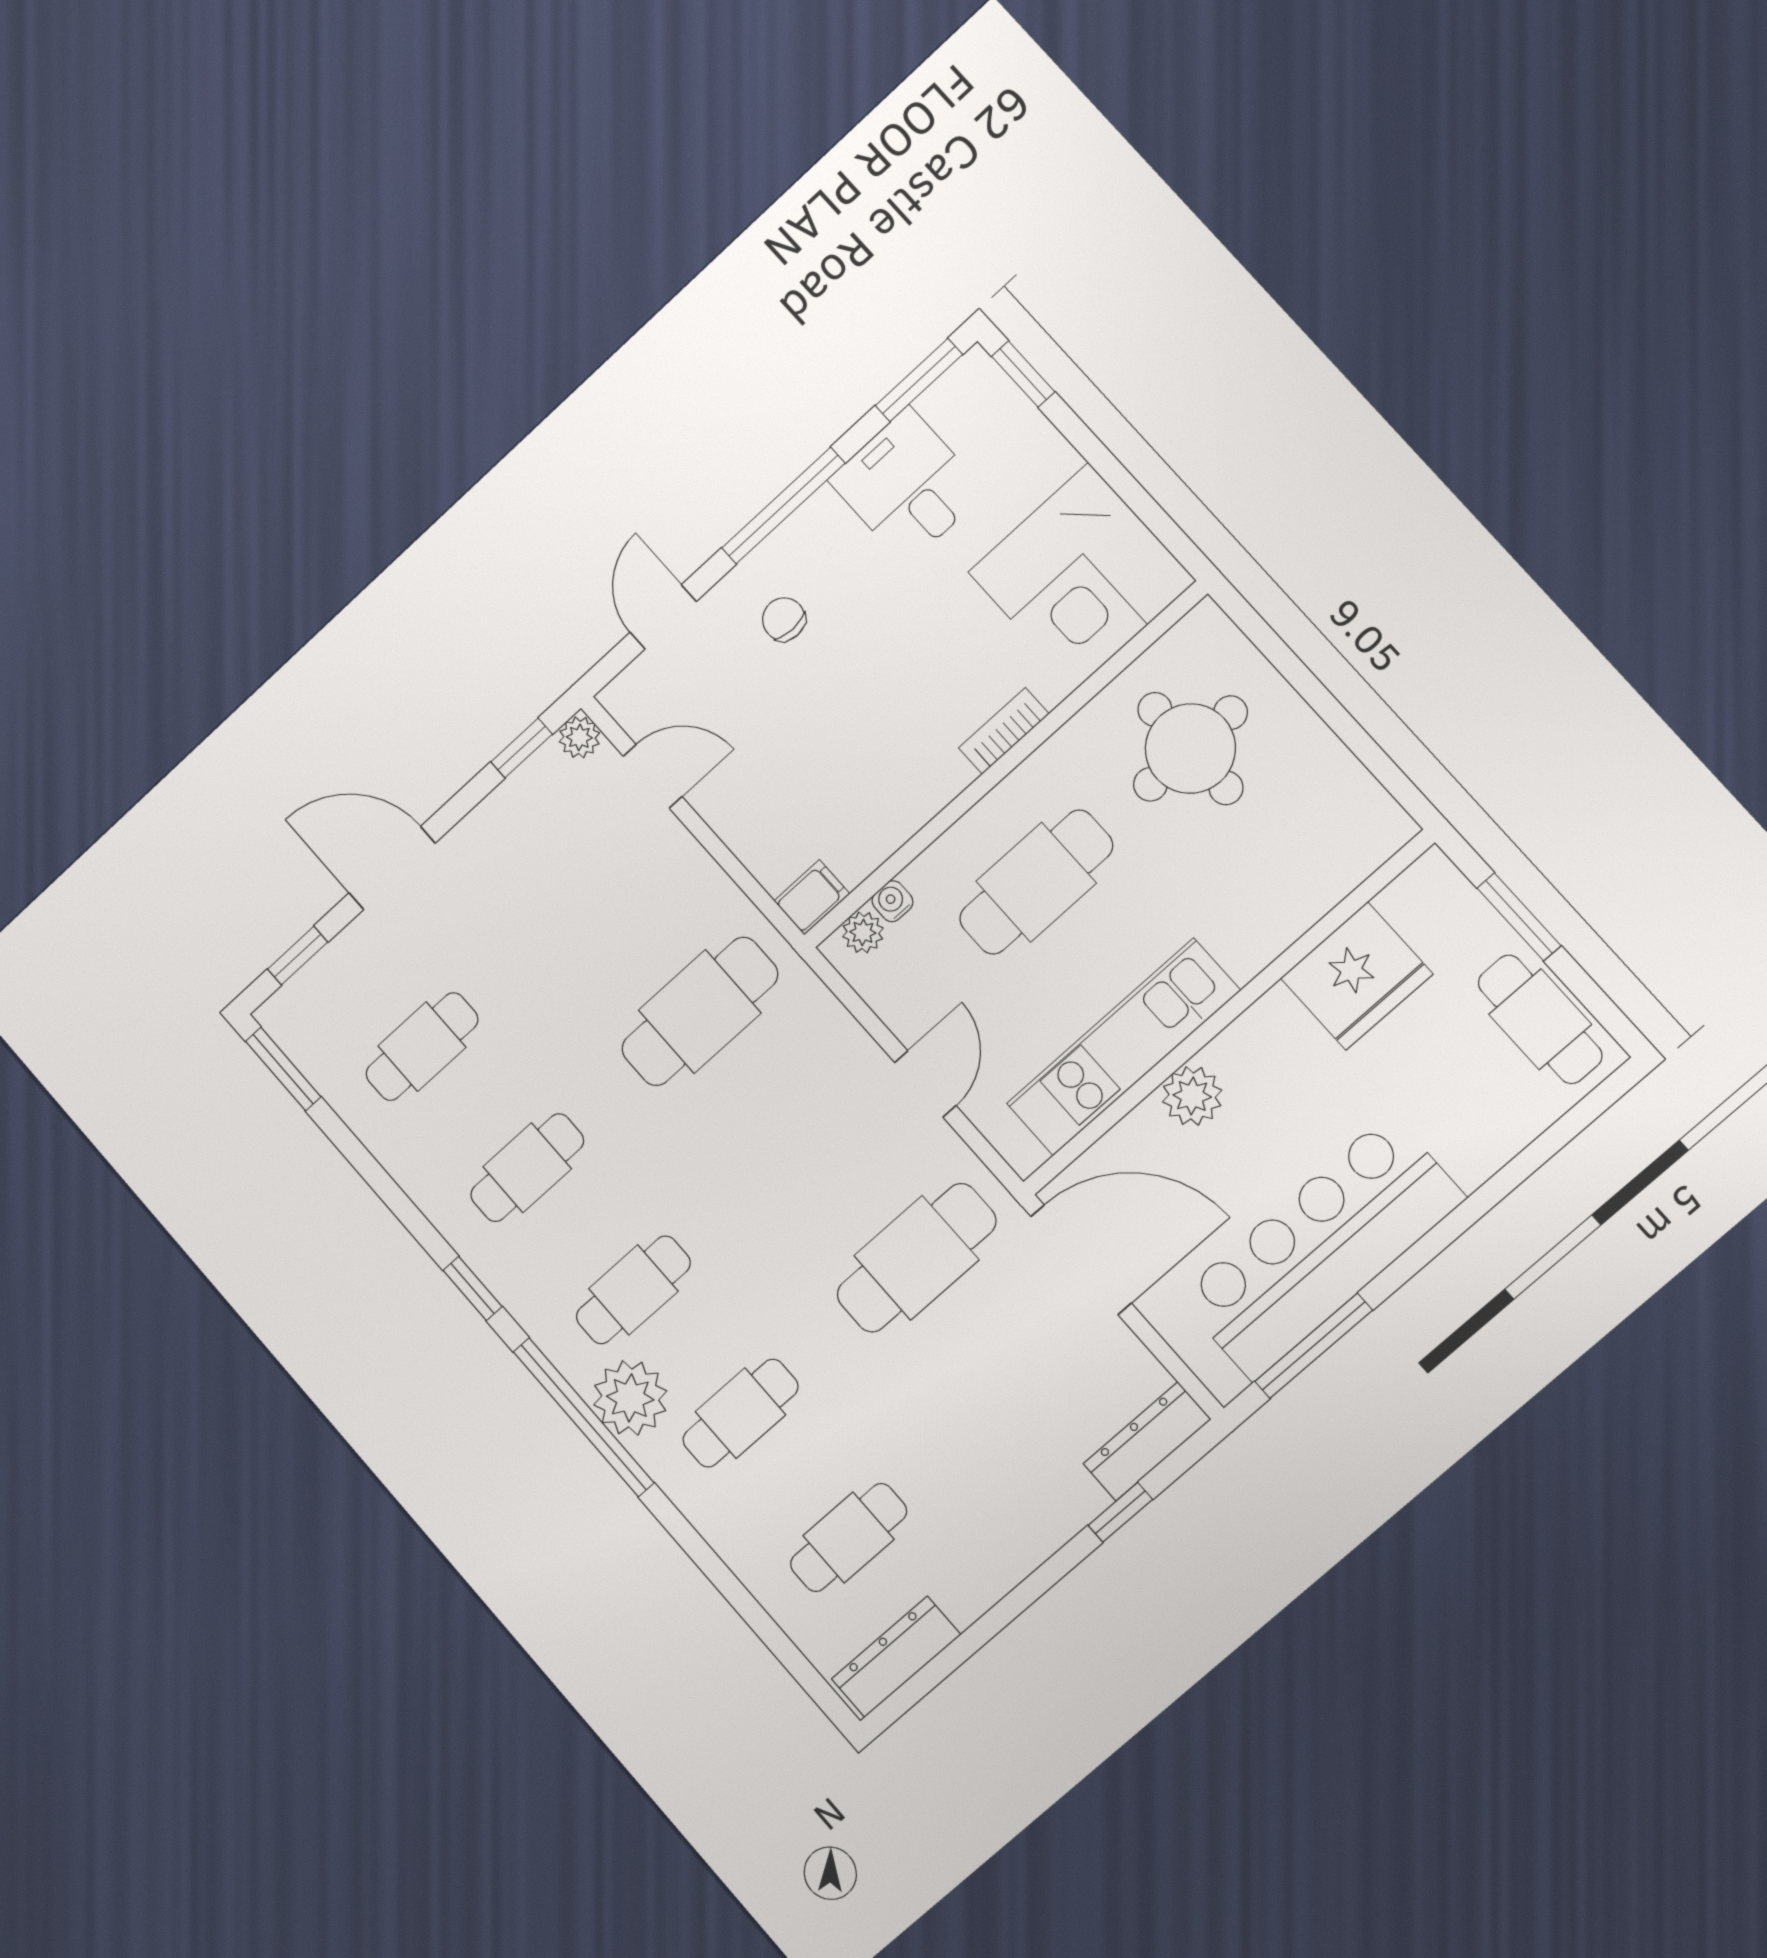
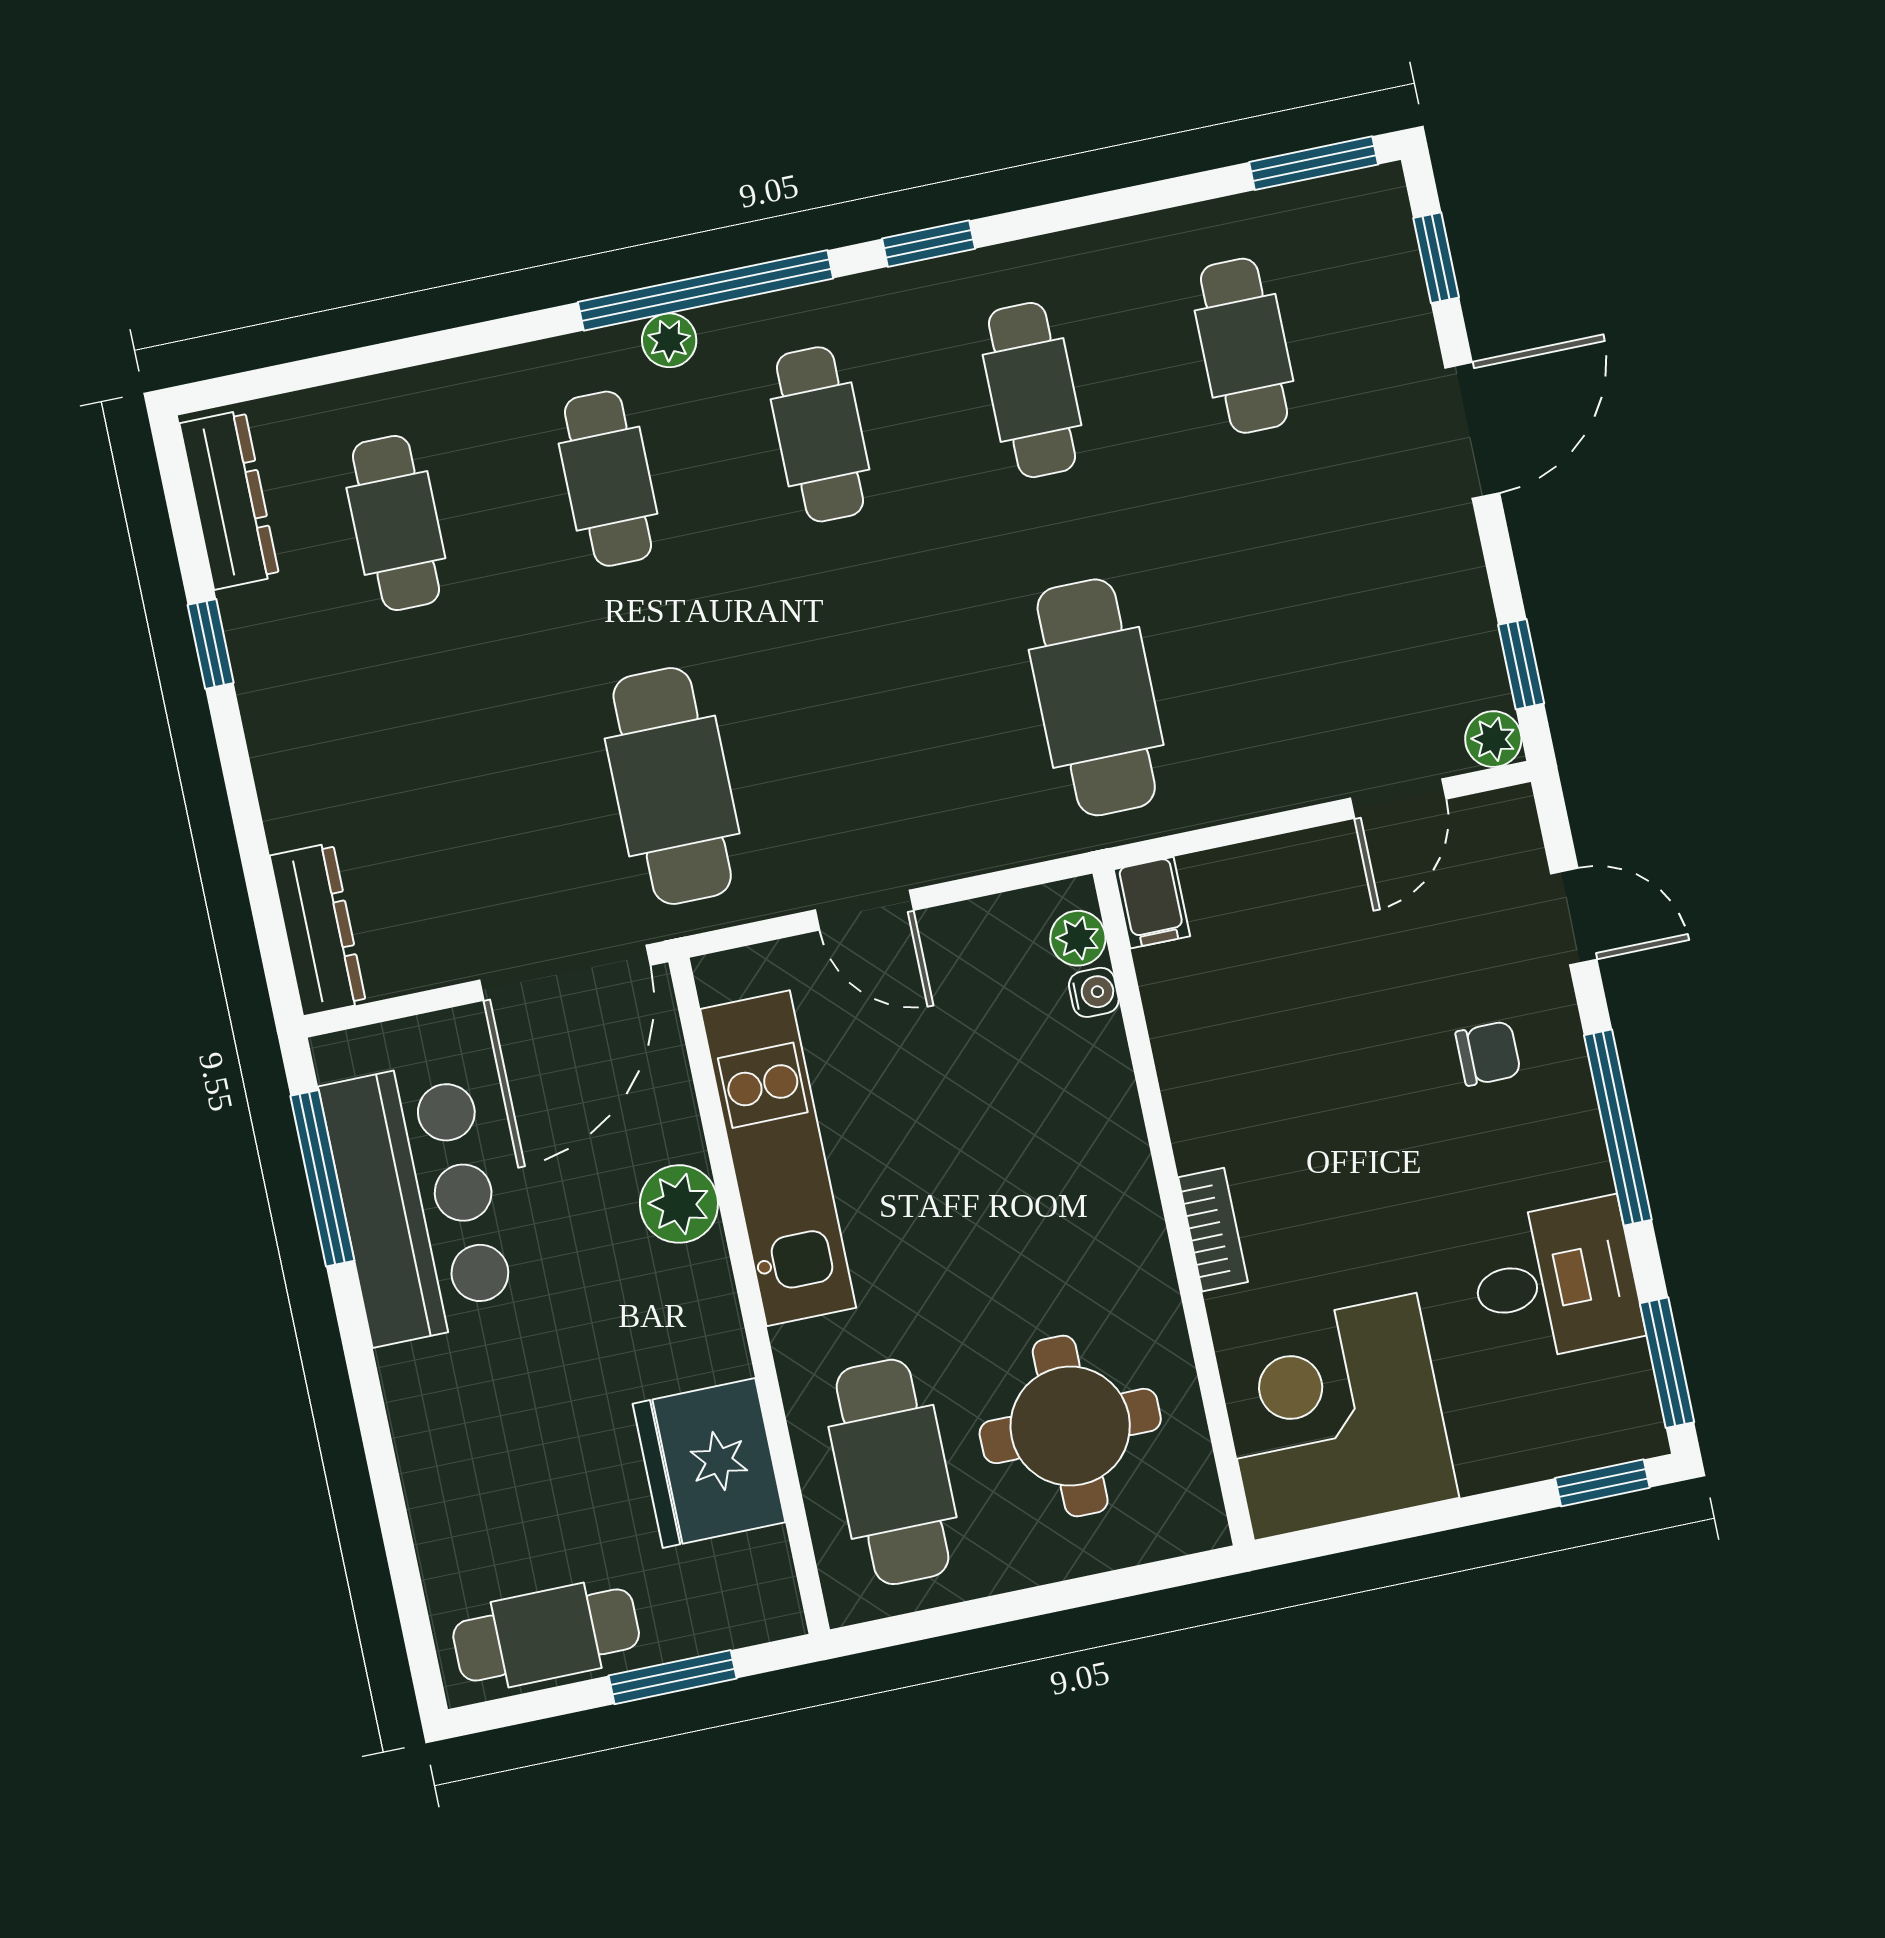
cafe table: (1036, 882) -> (893, 1472), moved
bar counter: (1321, 1248) -> (418, 1202), width x0.73
plant: (630, 1398) -> (669, 340), width x0.53, depth x0.53
window: (1120, 1512) -> (211, 644), moved

